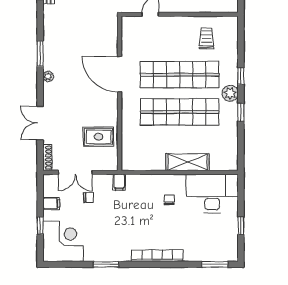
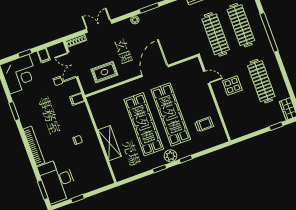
rug: (98, 137) -> (104, 72), turned 90
desk: (212, 193) -> (58, 180), moved, turned 180

